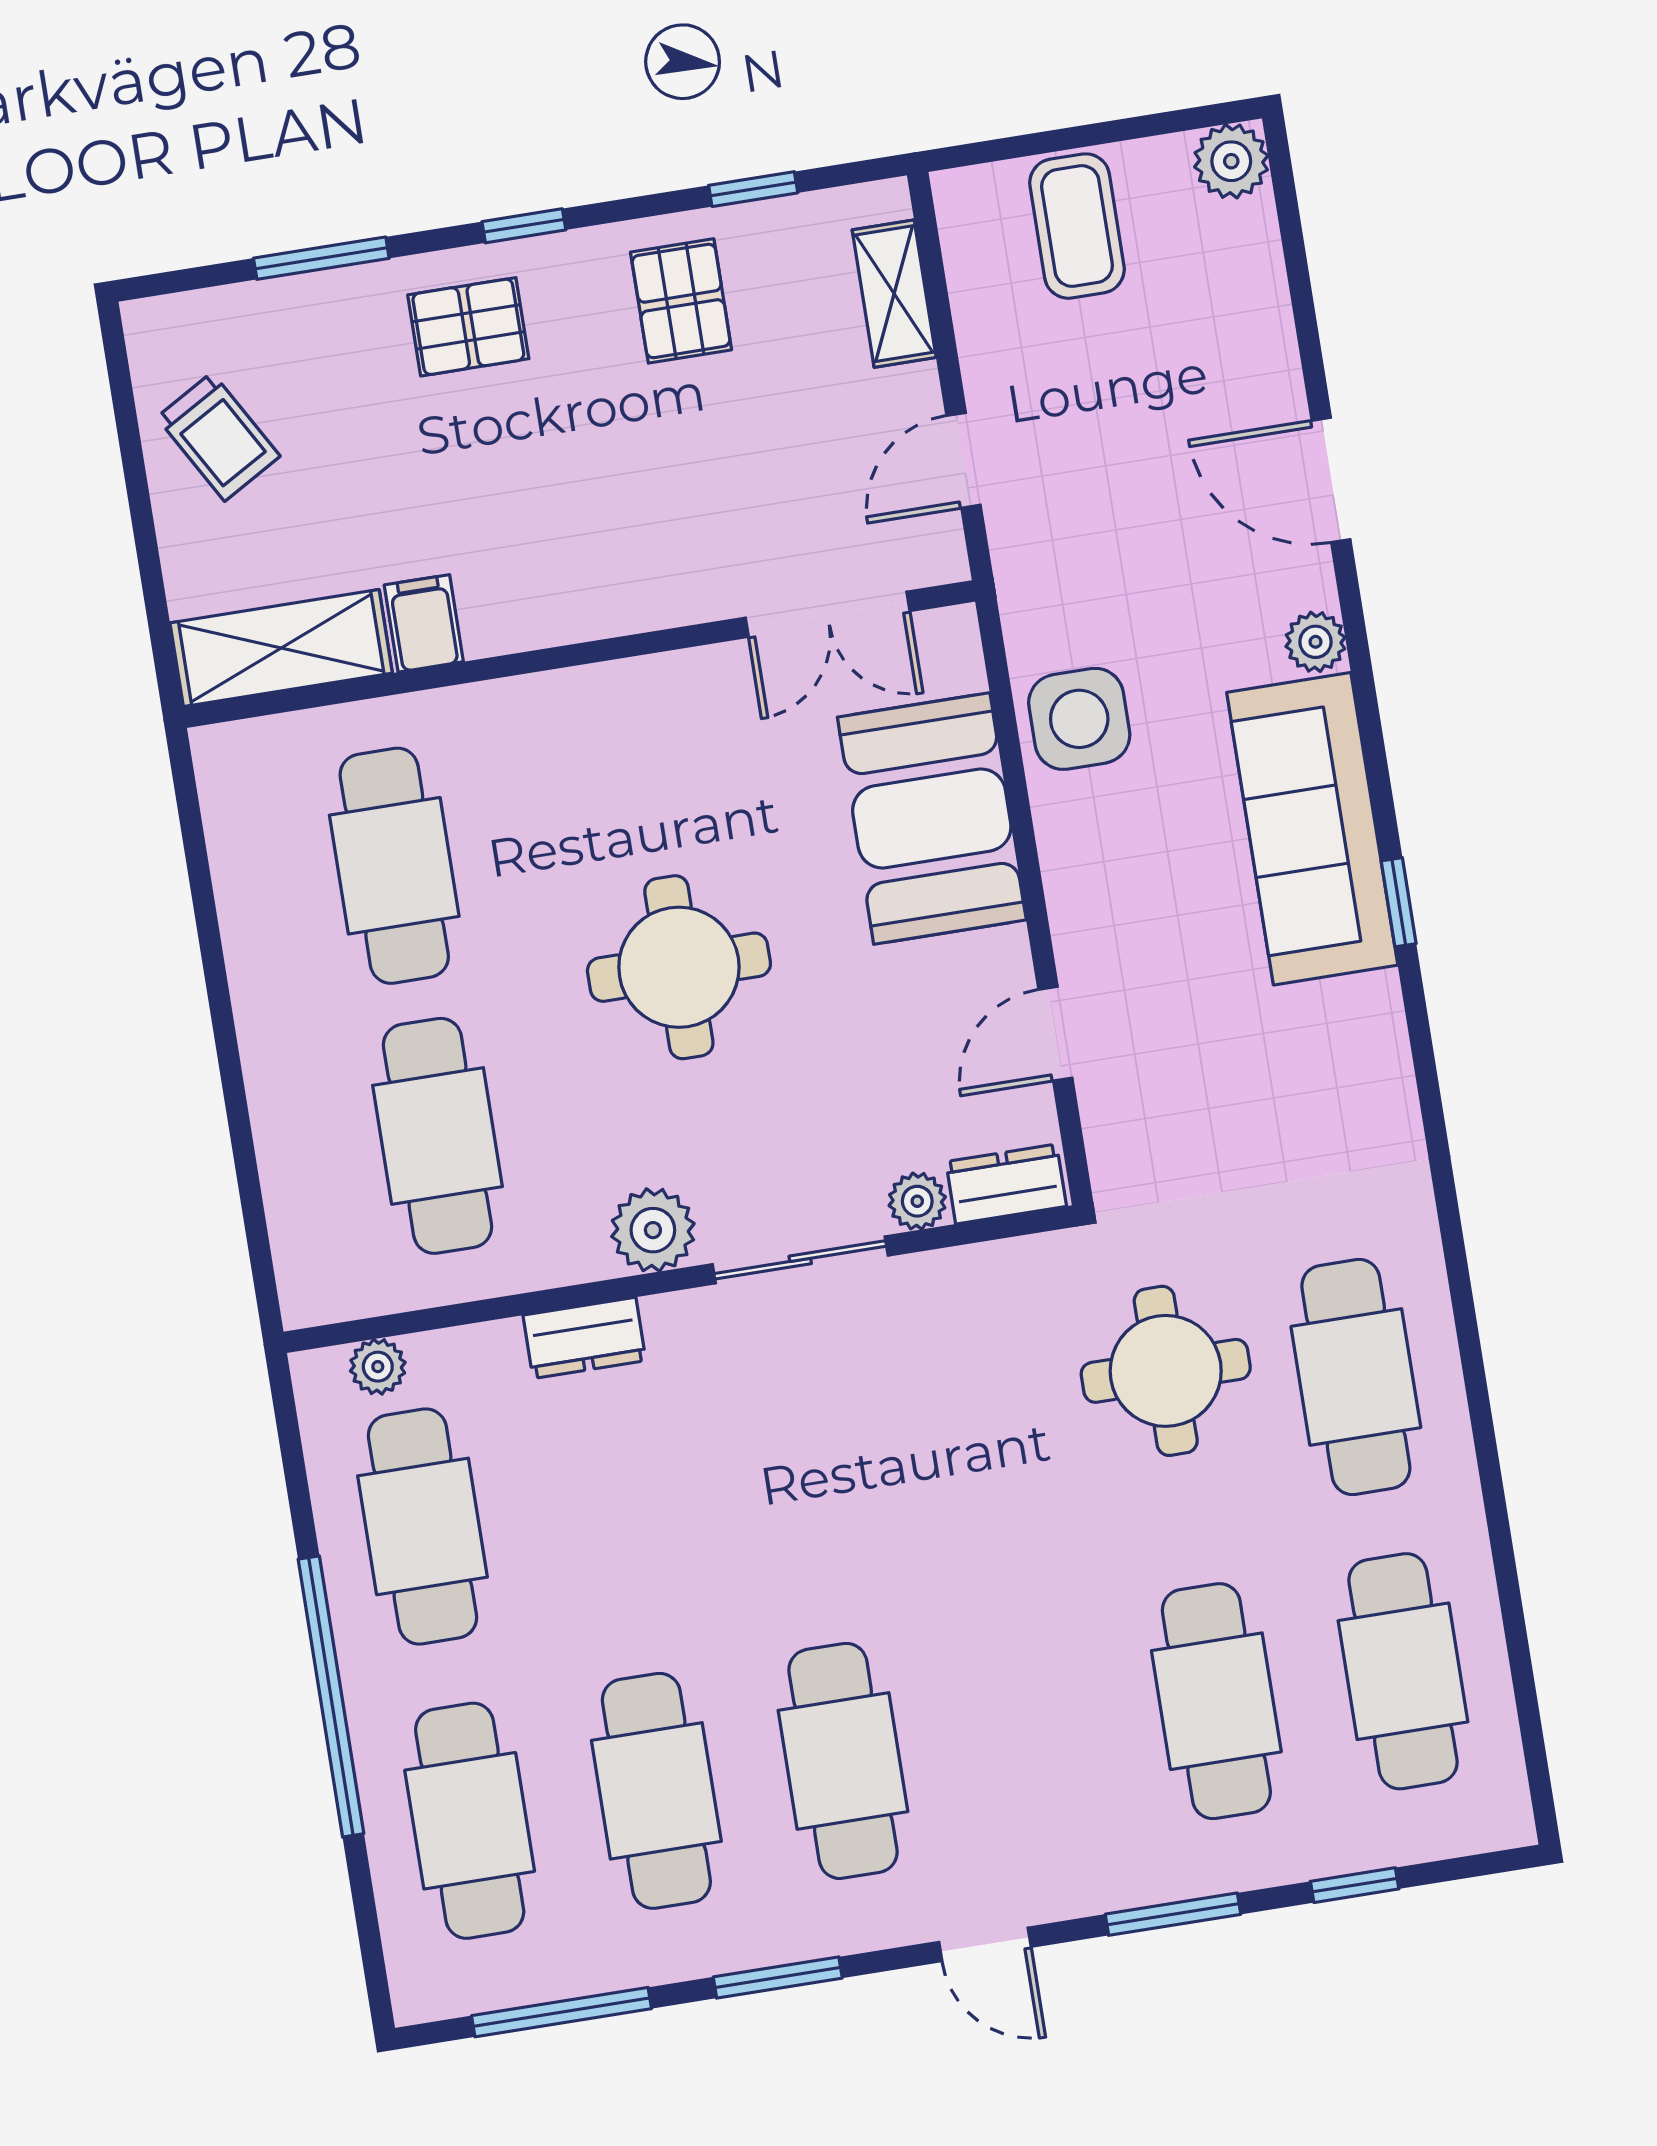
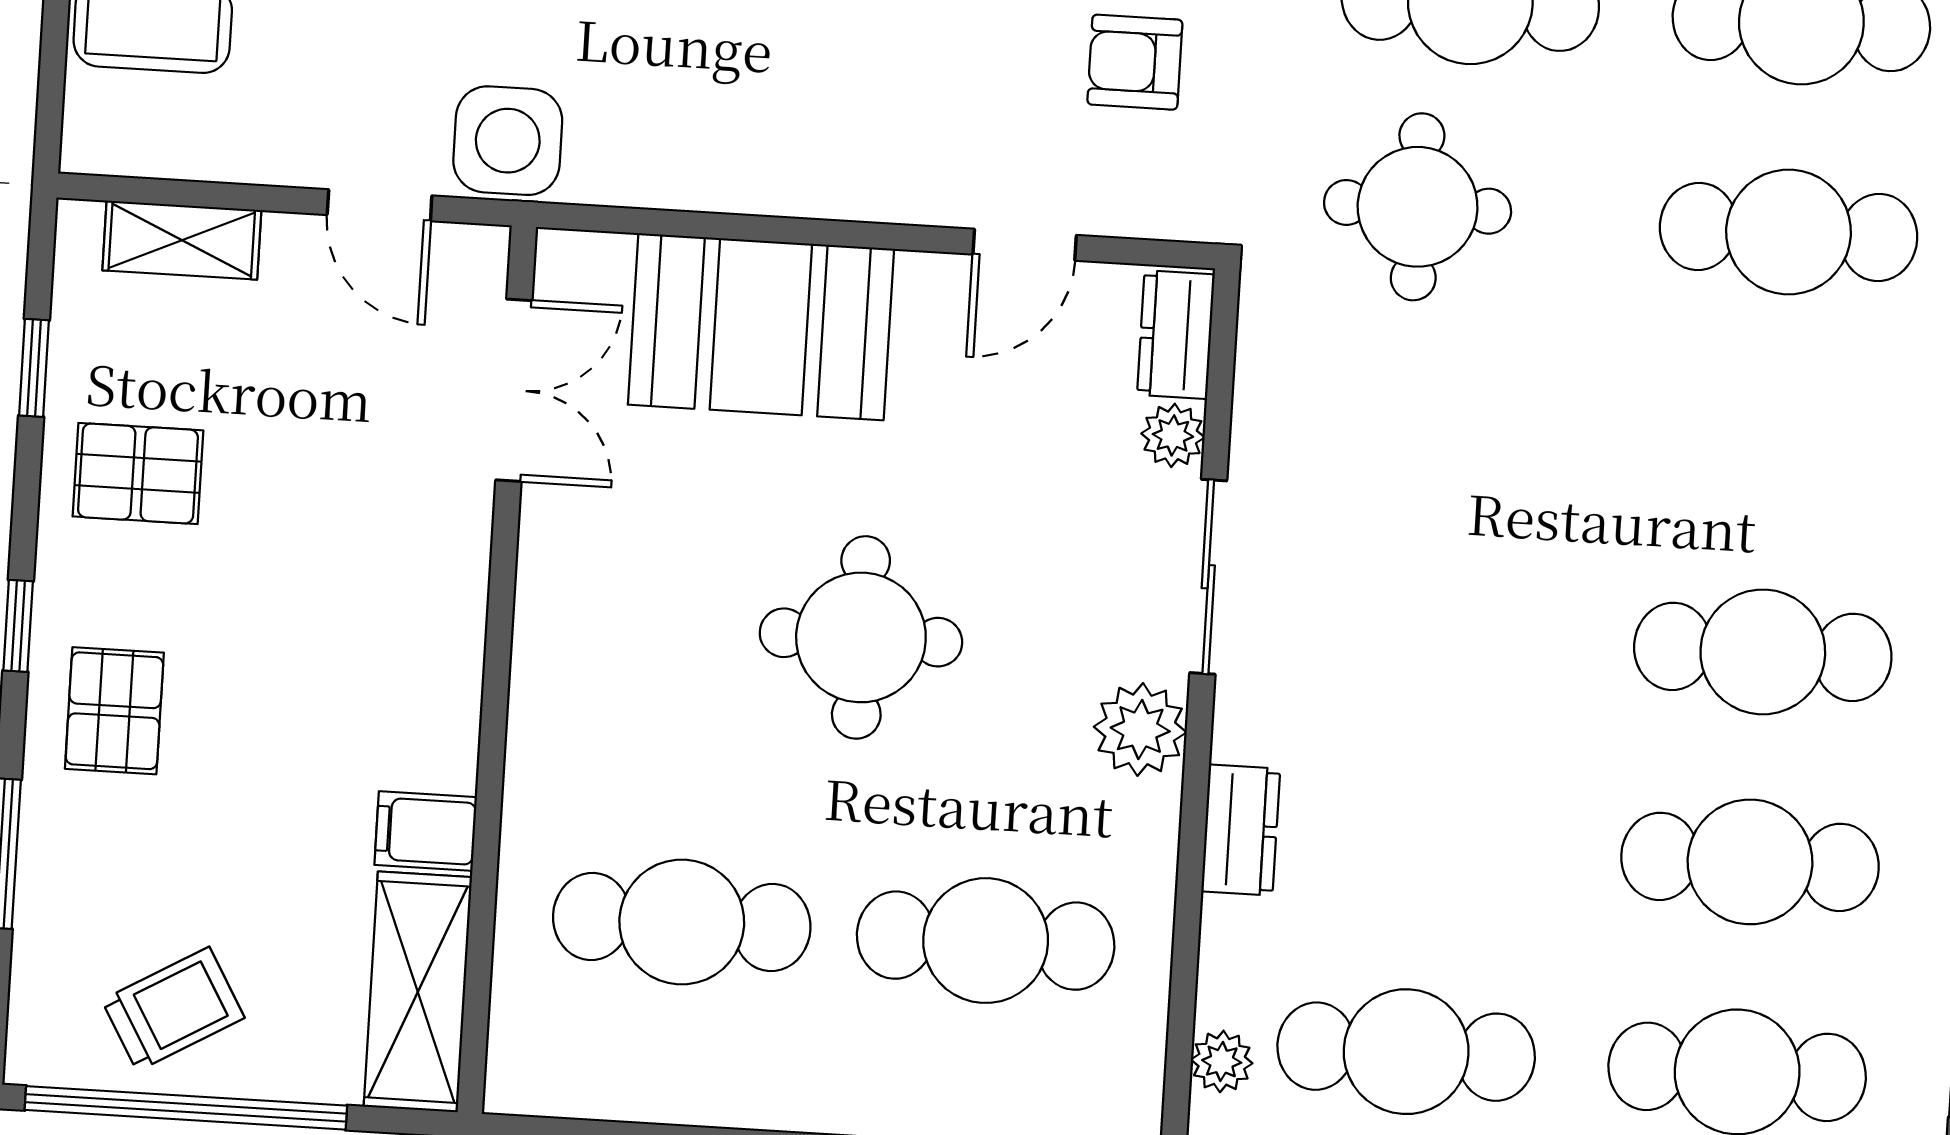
window: (134, 467) -> (186, 1108), added
side table: (1079, 719) -> (508, 141), moved
door: (1055, 1034) -> (1025, 245), hinge flipped
armchair: (1237, 1095) -> (1135, 62), added

